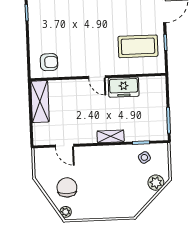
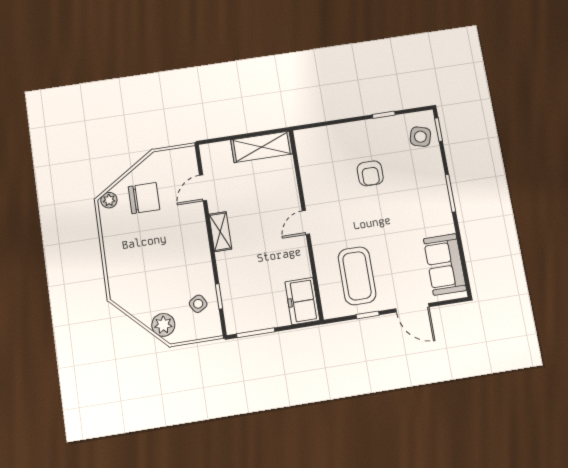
armchair: (49, 62) -> (370, 173), moved
freezer: (124, 87) -> (302, 301), moved
shelving: (111, 136) -> (220, 232), moved

